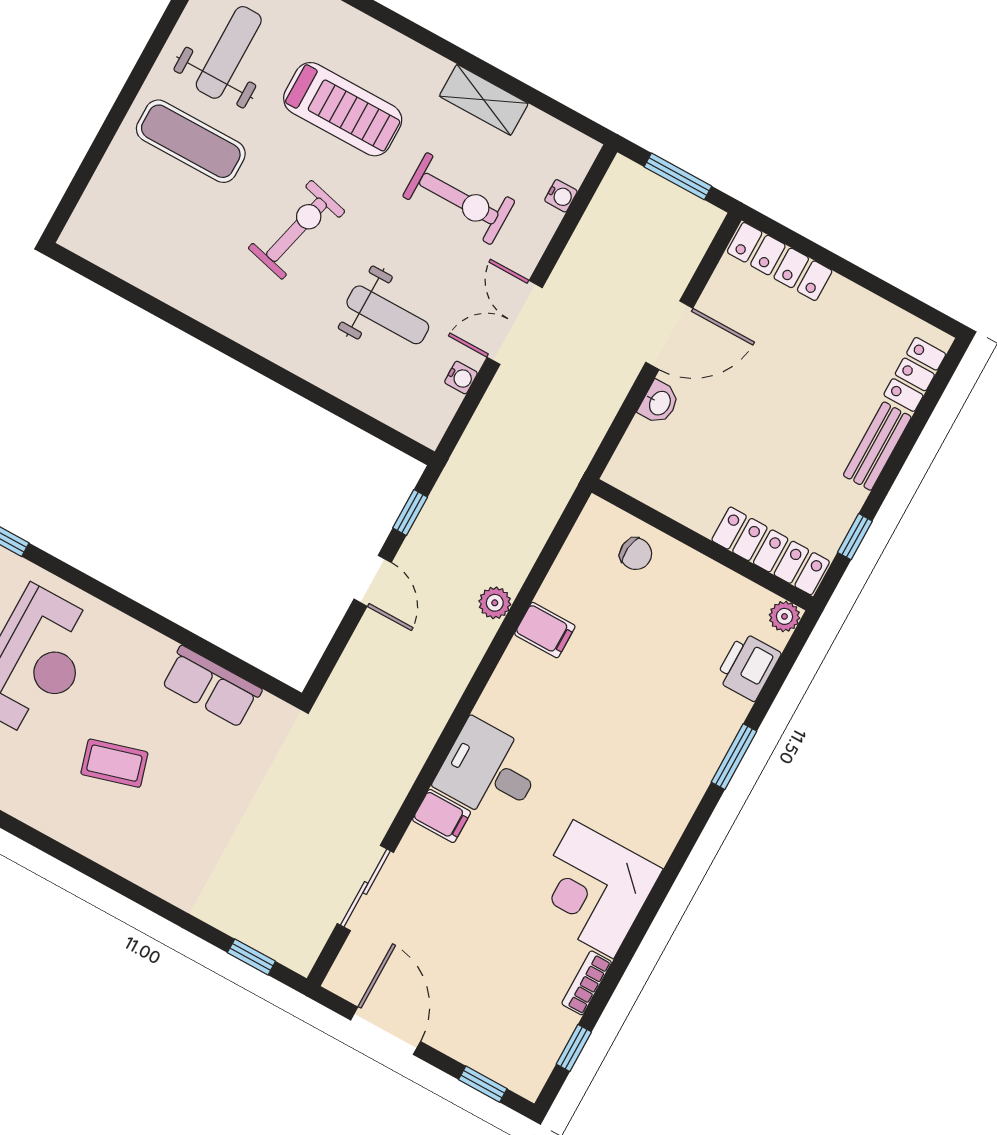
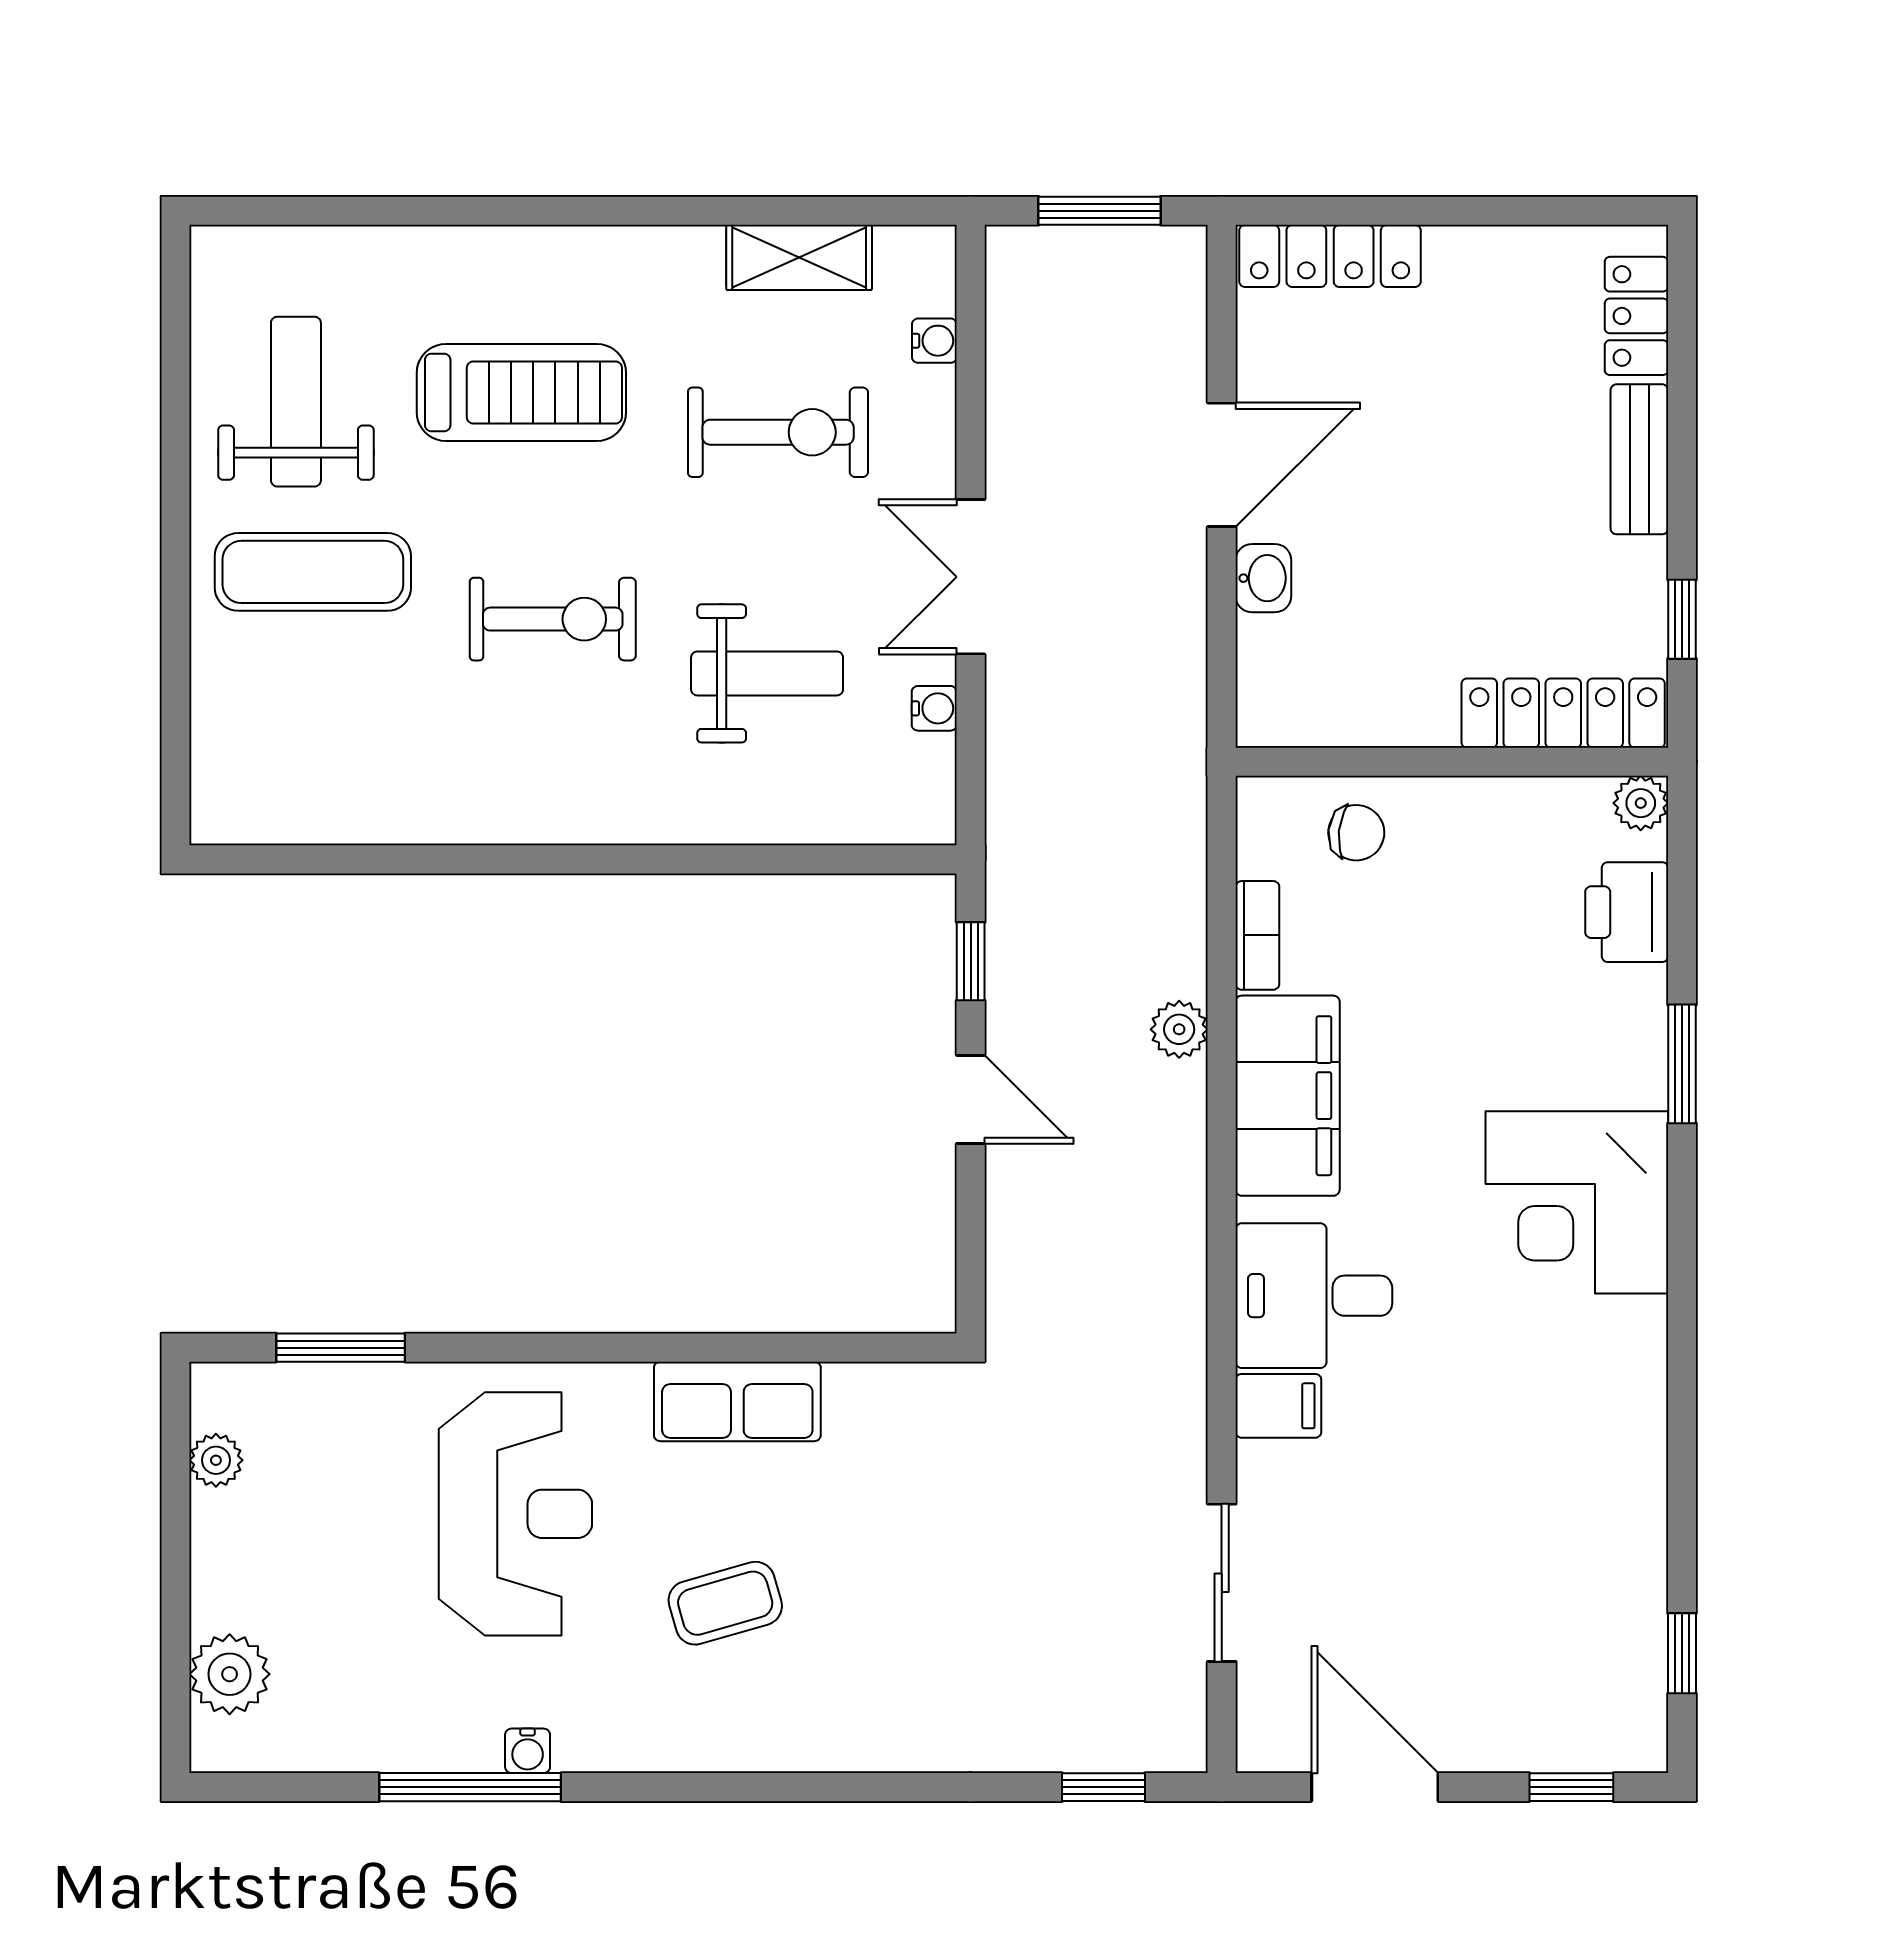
shelving: (484, 100) -> (799, 257), moved
exercise bike: (297, 230) -> (553, 619), turned 76
filing cabinet: (545, 630) -> (1288, 1096), width x3.00, depth x1.17
row of seats: (211, 687) -> (737, 1401), moved
corner desk: (593, 889) -> (1577, 1202), moved
bookcase: (587, 983) -> (1257, 935), moved, turned 180

